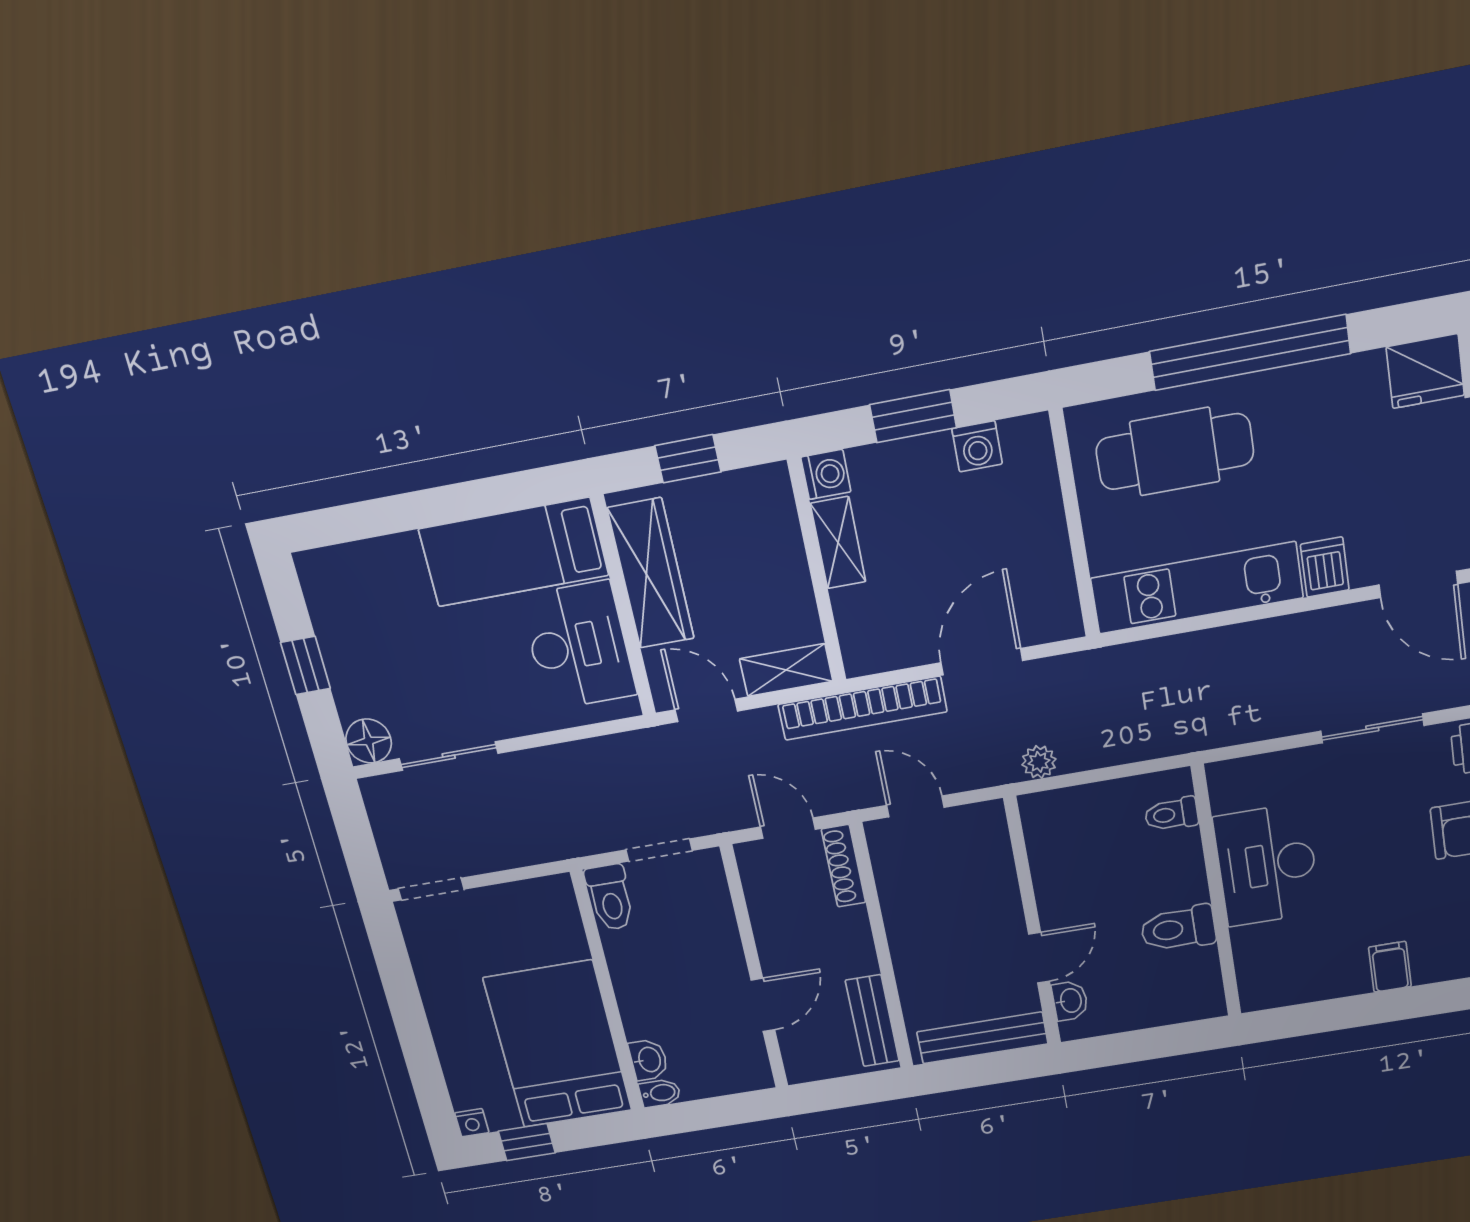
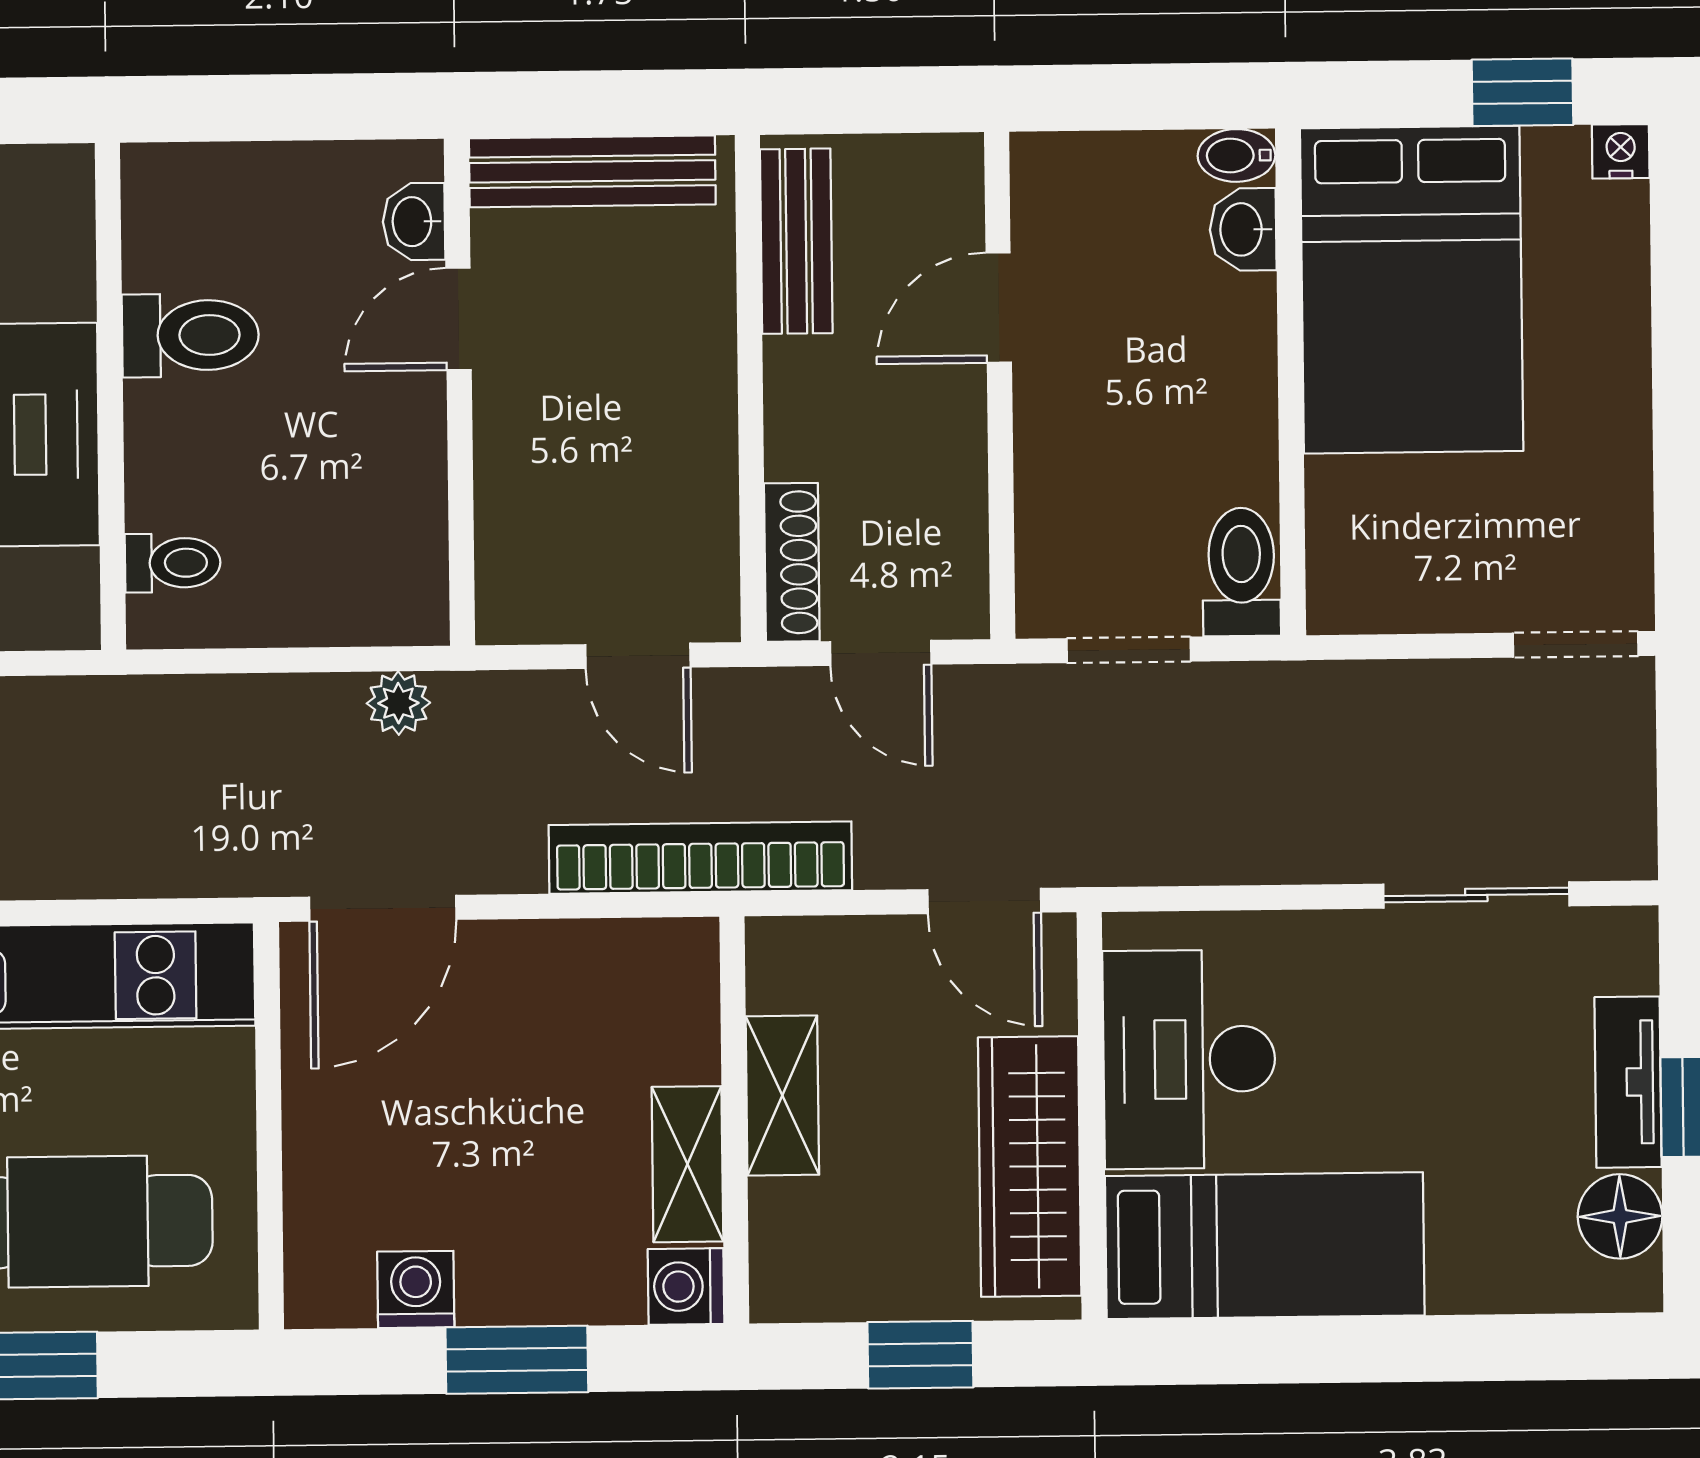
door: (982, 662) -> (383, 908), moved
shelving: (786, 670) -> (782, 1095), moved, turned 90
tv unit: (344, 673) -> (1628, 1082), added
floor lamp: (369, 741) -> (1620, 1216), moved

